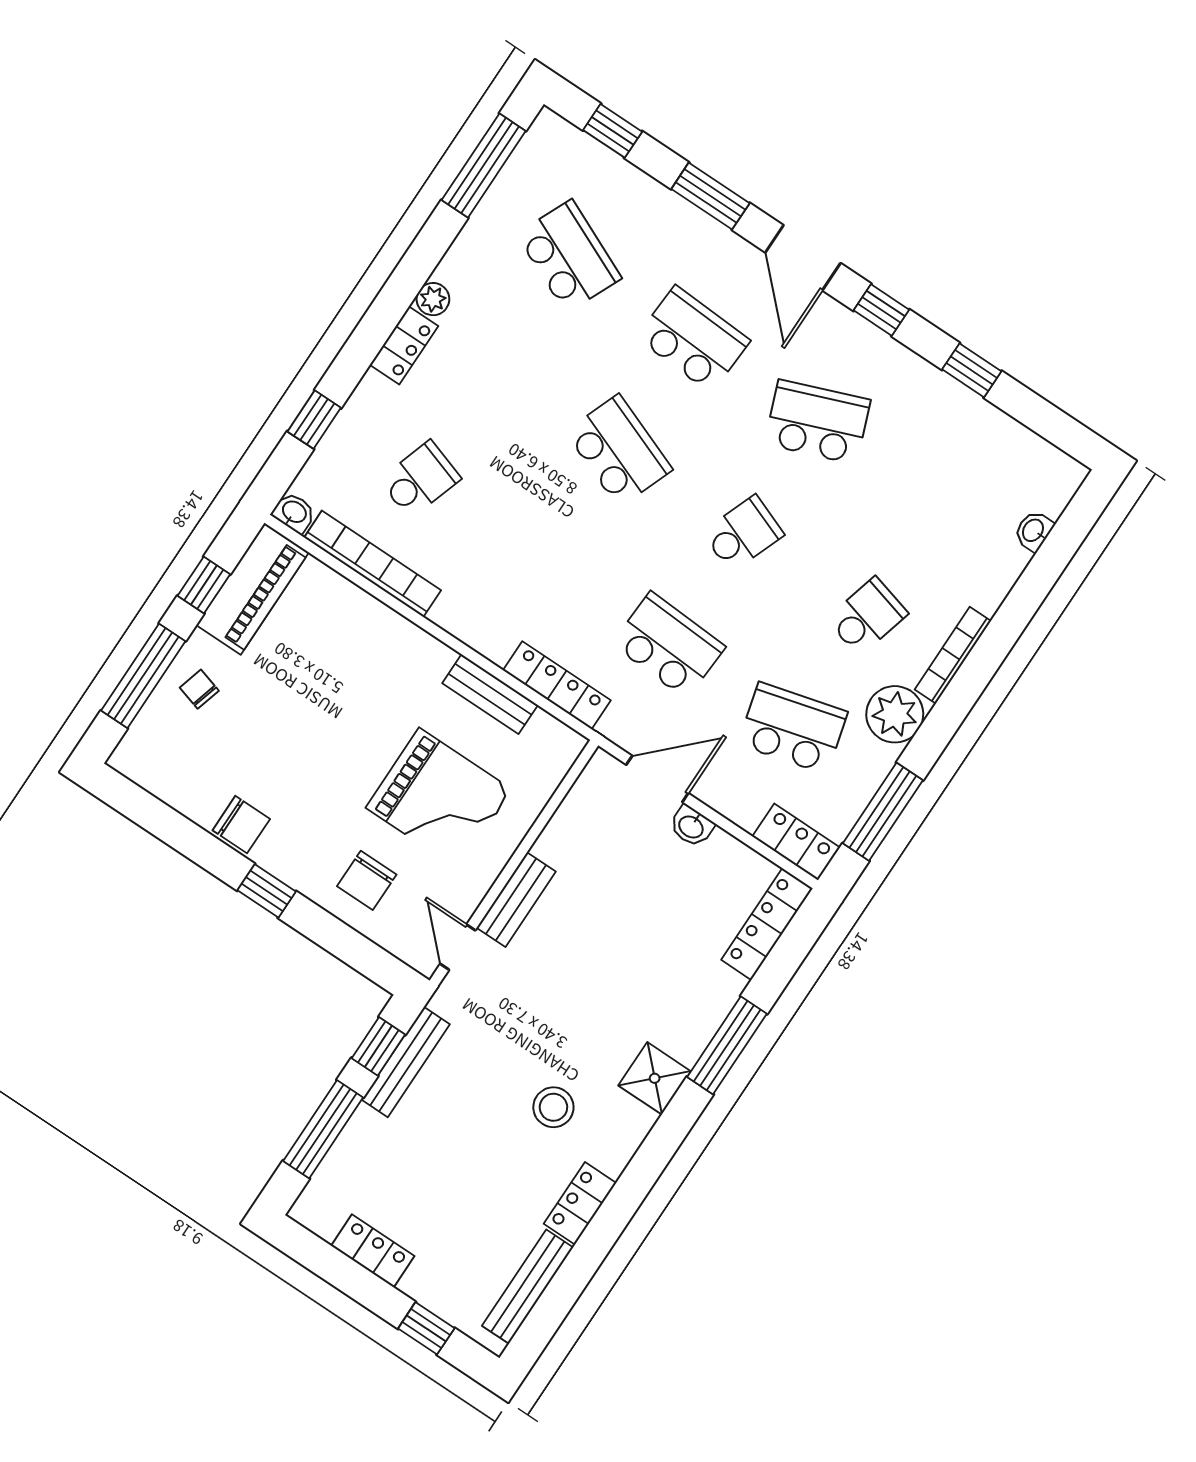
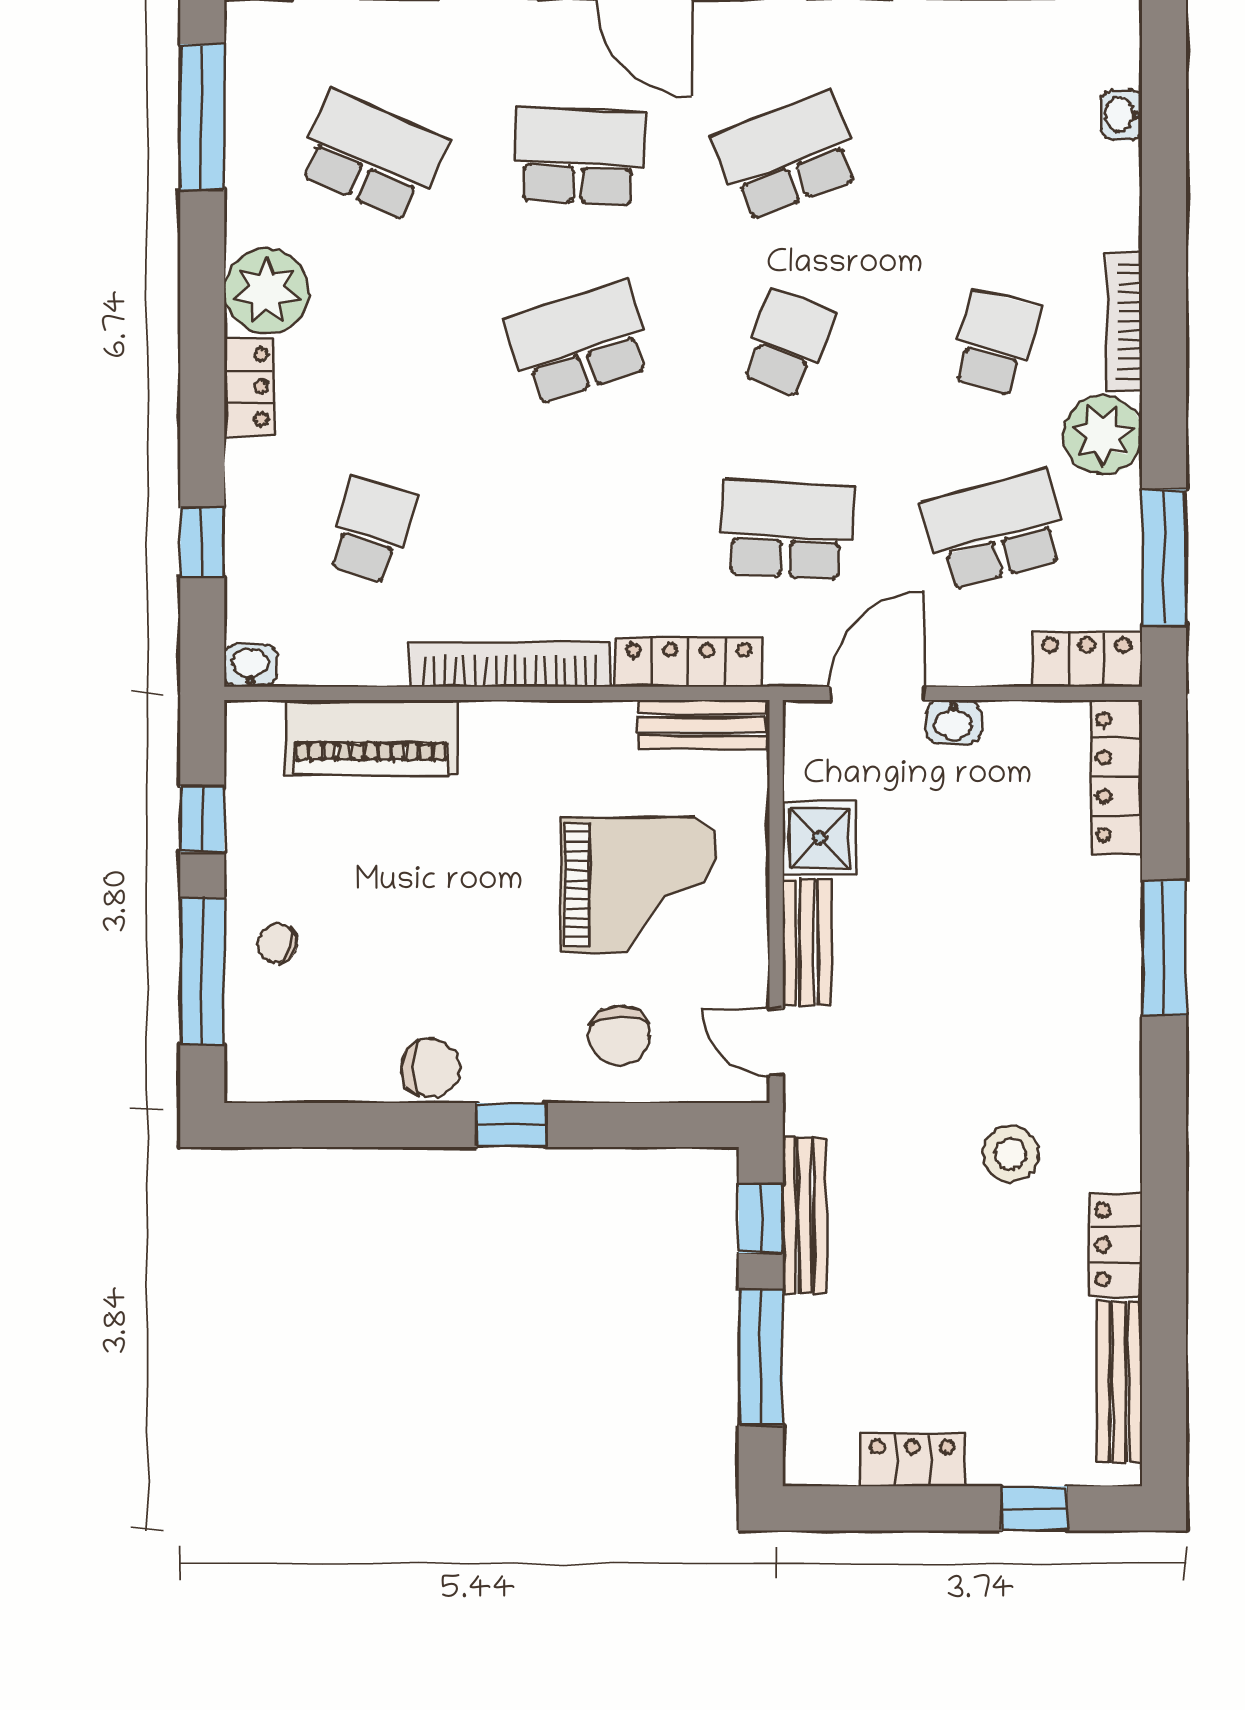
plant: (433, 299) -> (266, 291), width x1.88, depth x1.88
school desk: (619, 451) -> (579, 343), turned -39
bookcase: (372, 564) -> (510, 664), moved
piano: (252, 589) -> (371, 737), moved, turned 90
bench: (490, 694) -> (702, 724), moved
shower: (655, 1078) -> (819, 838), moved

